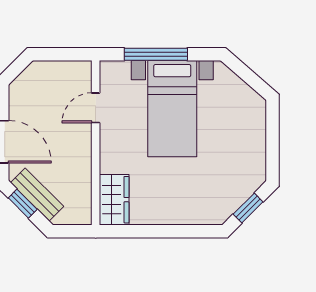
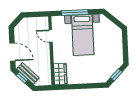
door: (96, 108) -> (51, 36), hinge flipped

